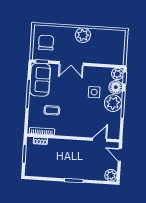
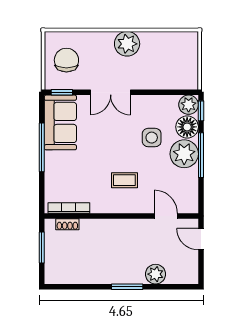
coffee table: (52, 110) -> (124, 180), moved
door: (100, 140) -> (166, 216), hinge flipped
plant: (111, 175) -> (156, 274), moved

